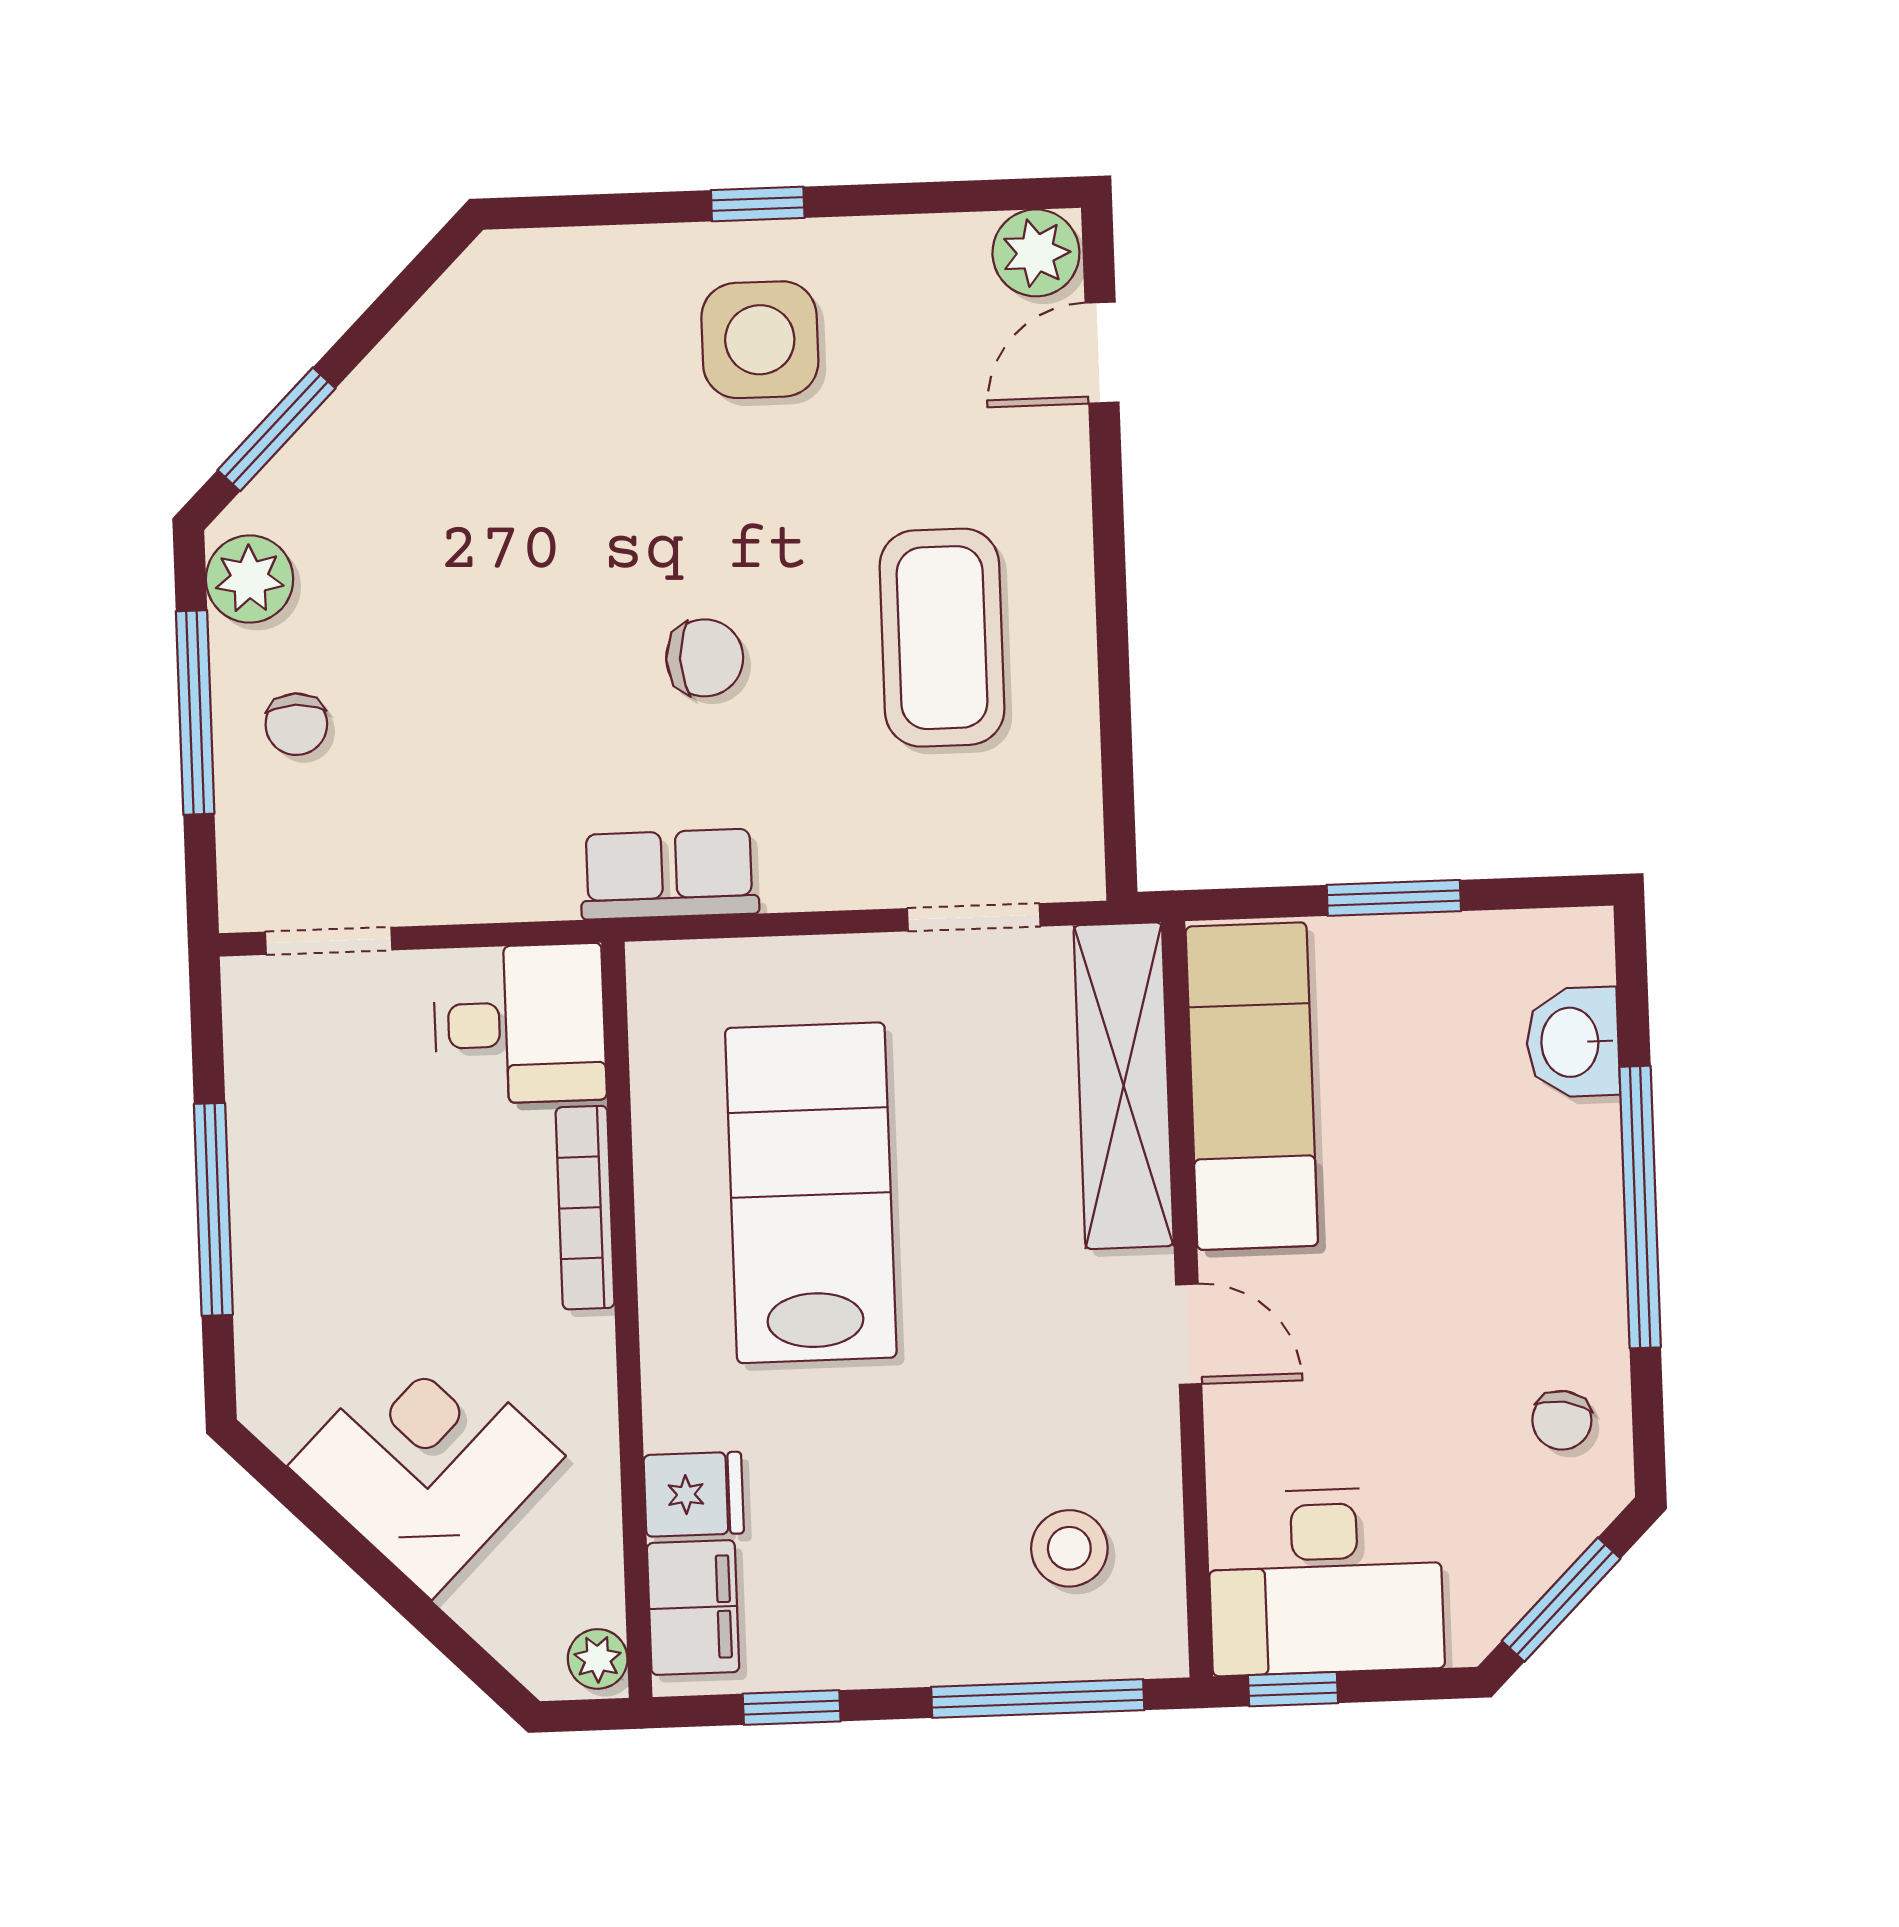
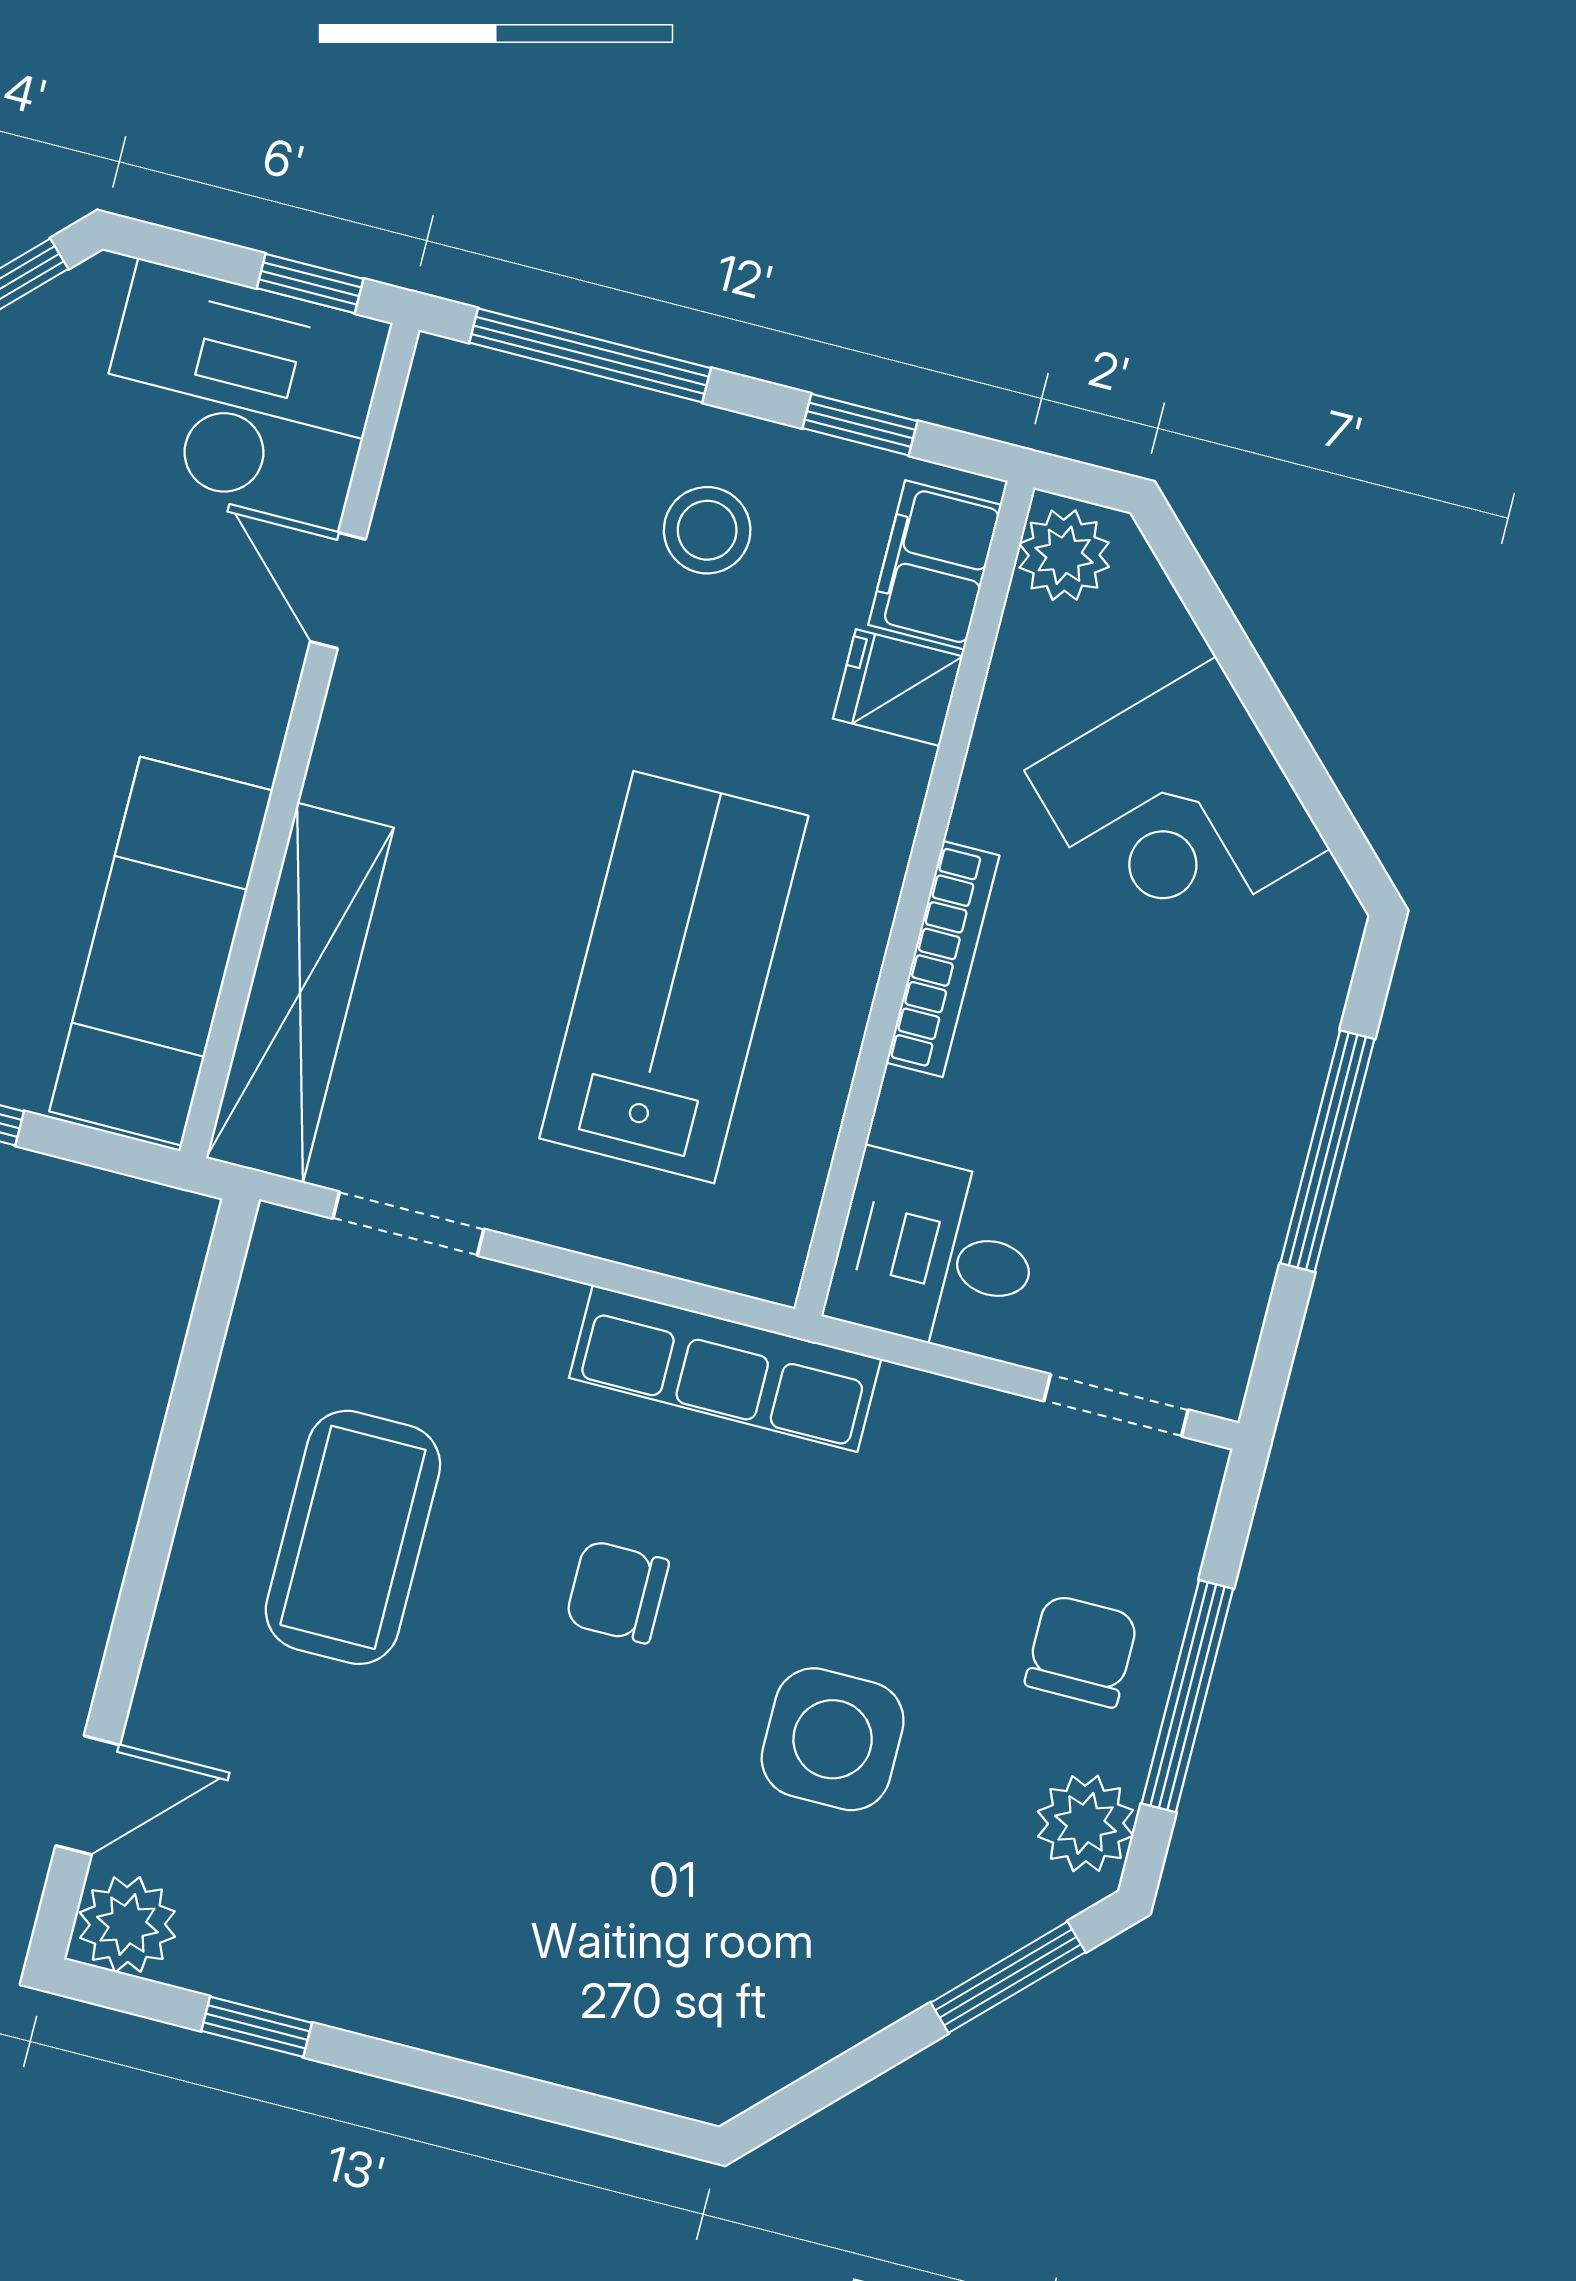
window: (758, 204) -> (257, 2027), moved
side table: (760, 340) -> (833, 1739), moved
chair: (296, 724) -> (1081, 1651), width x1.37, depth x1.37
row of seats: (669, 874) -> (725, 1368), width x1.48
lab bench: (811, 1193) -> (674, 977), turned 180
bookcase: (585, 1208) -> (943, 959), moved
door: (1189, 1334) -> (338, 590), moved
stool: (1069, 1548) -> (707, 530), moved
plant: (598, 1659) -> (1064, 555), width x1.38, depth x1.38

